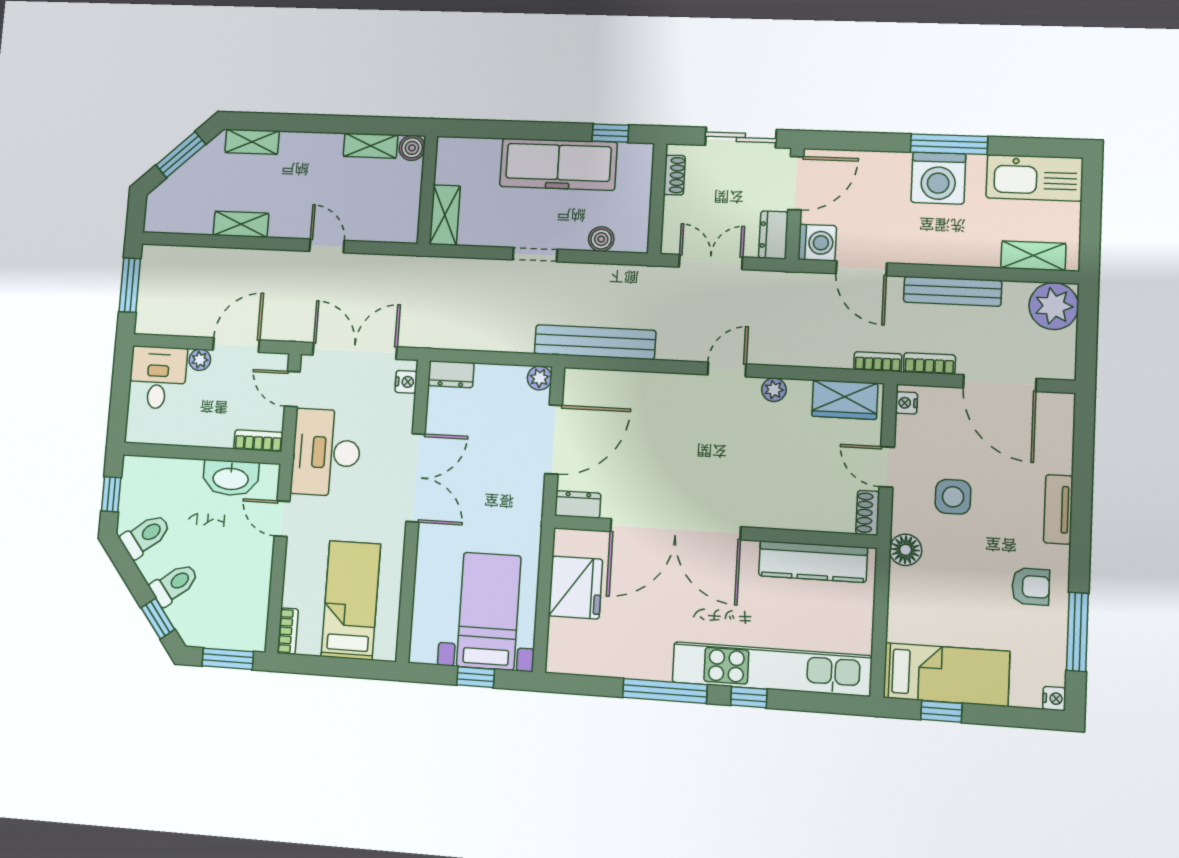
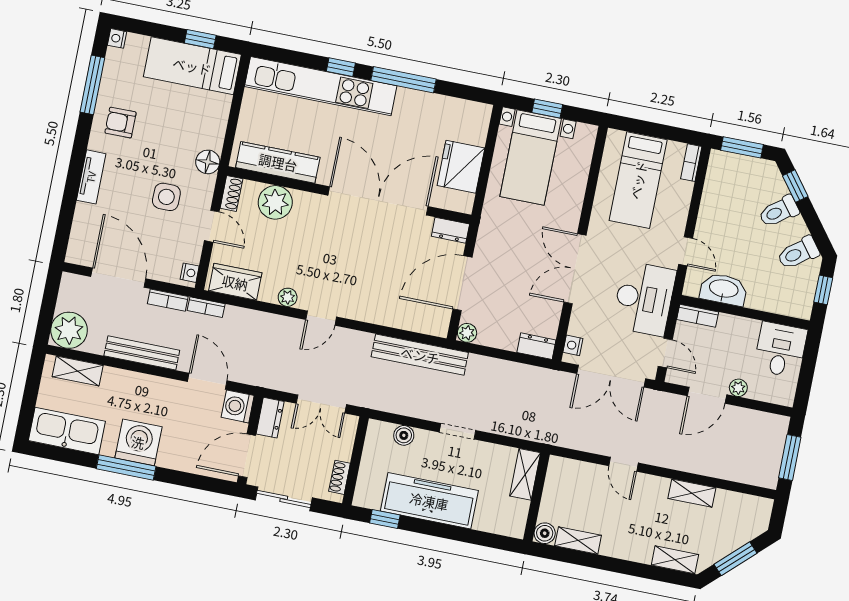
desk: (158, 378) -> (780, 350), moved, turned 180
plant: (808, 509) -> (275, 202), added

